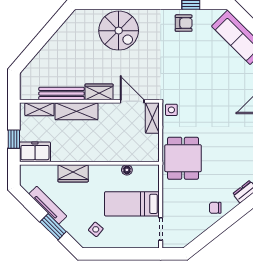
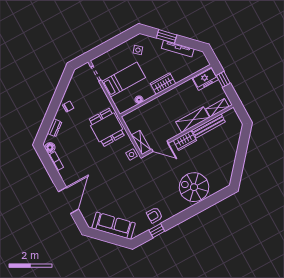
wardrobe: (73, 173) -> (163, 84), moved

